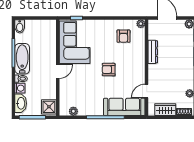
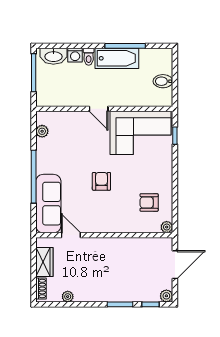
bidet: (20, 26) -> (163, 81), moved
dresser: (153, 52) -> (127, 244), removed
shower: (49, 107) -> (49, 96), removed

